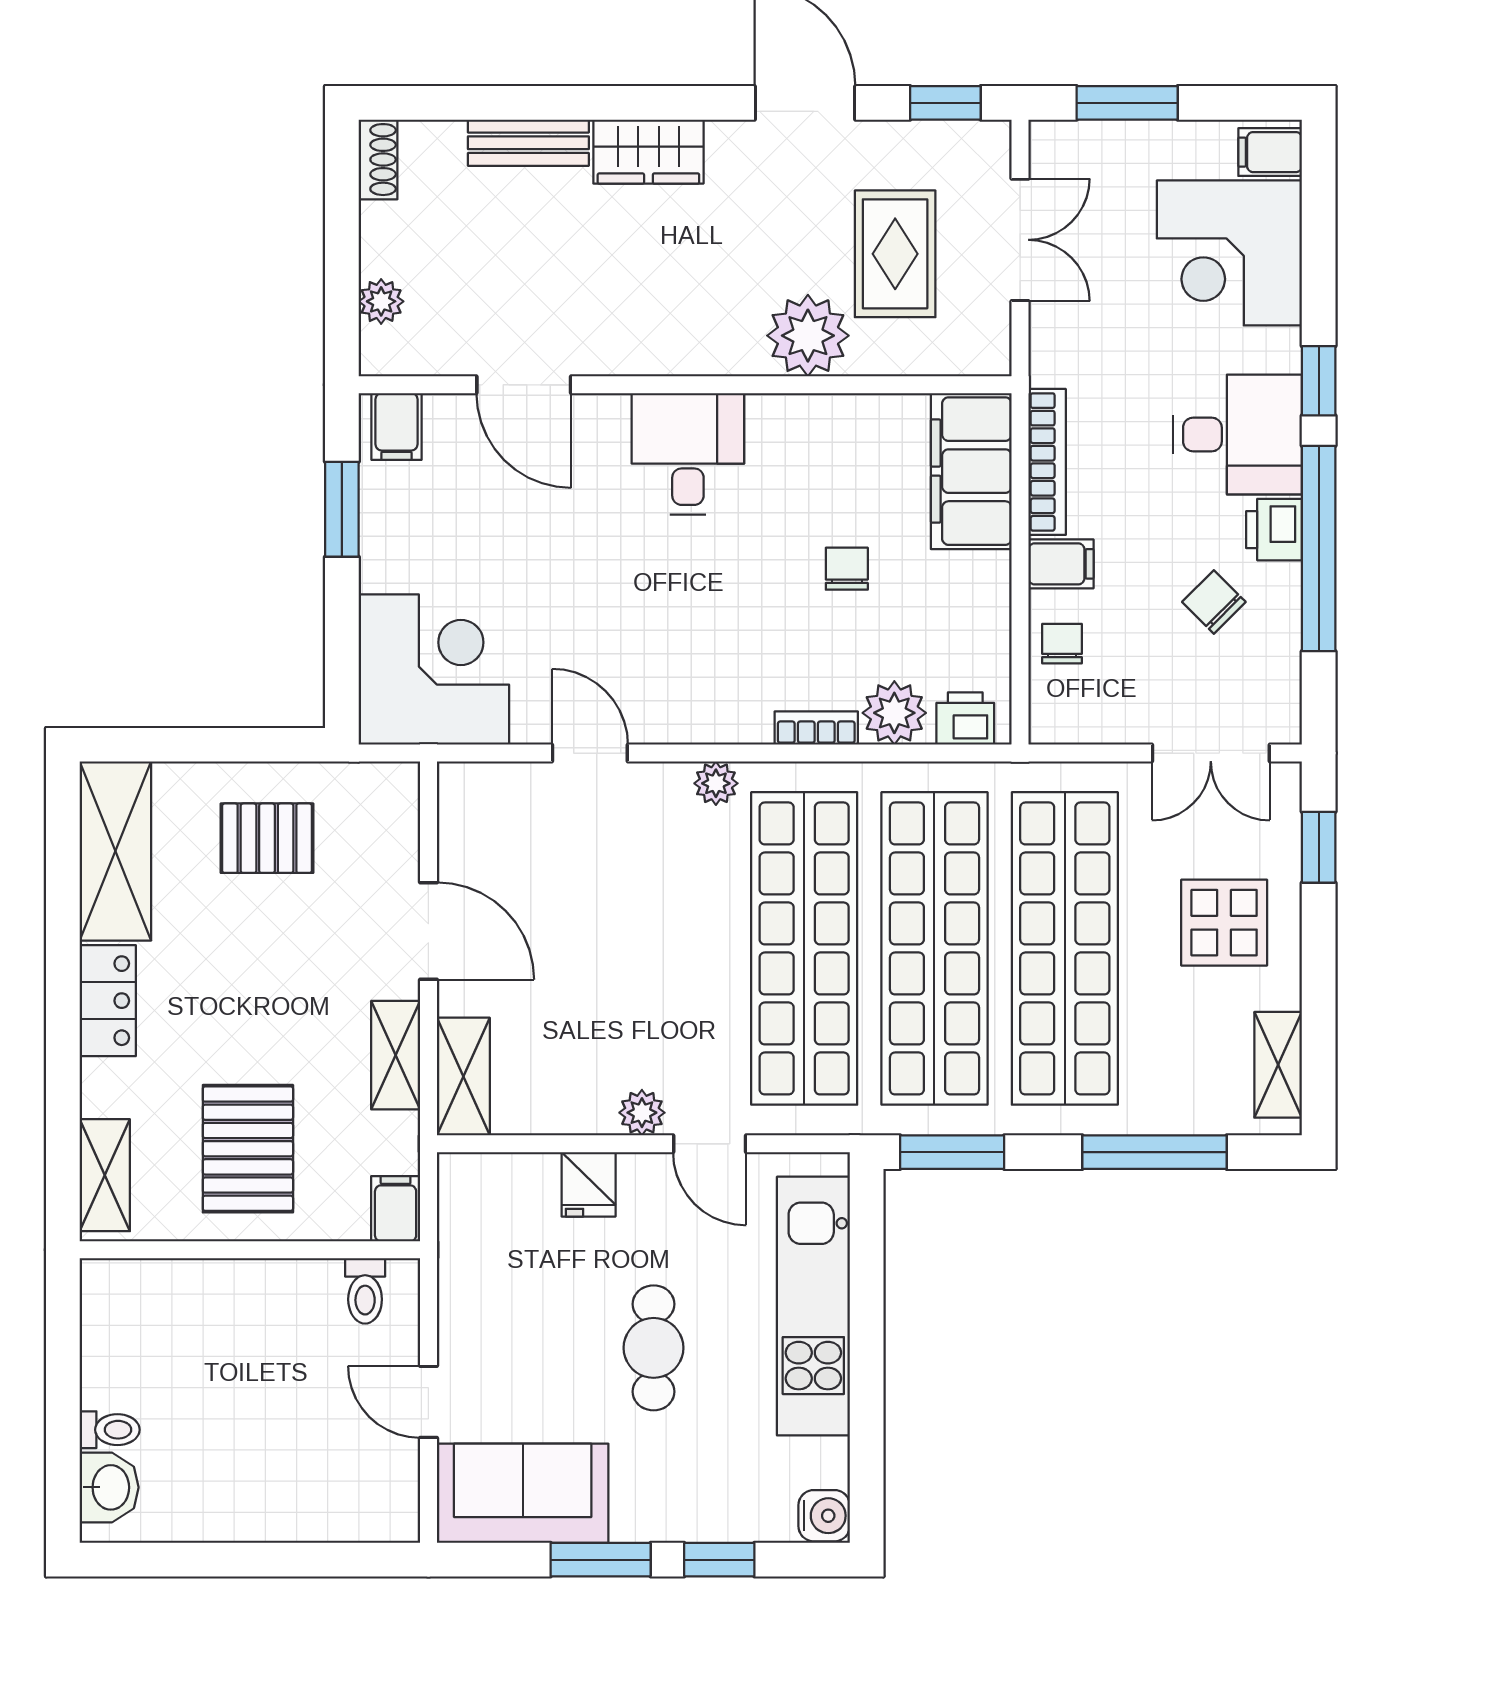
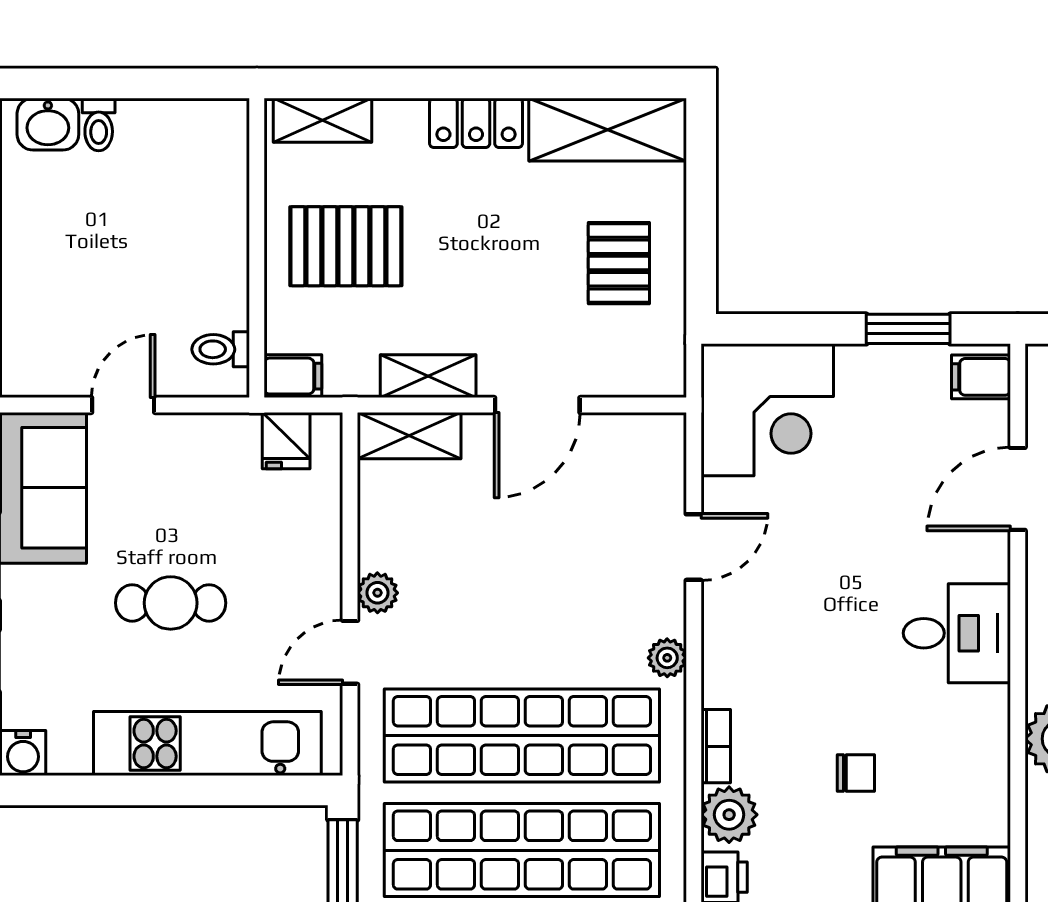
fridge: (589, 1184) -> (286, 441), moved, turned -90

